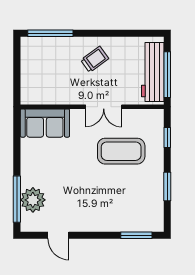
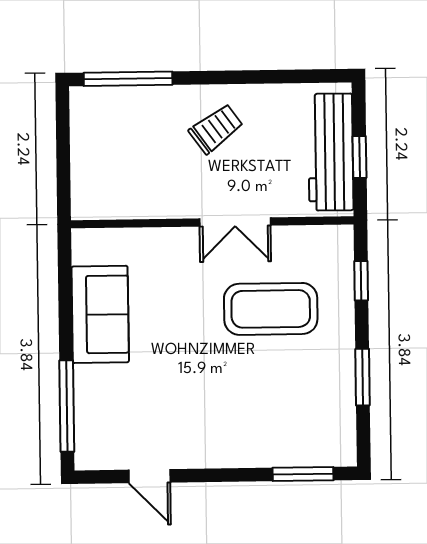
window: (167, 75) -> (359, 157), width x0.46
sofa: (45, 123) -> (100, 314), moved, turned -90
plant: (33, 200) -> (98, 407), removed

